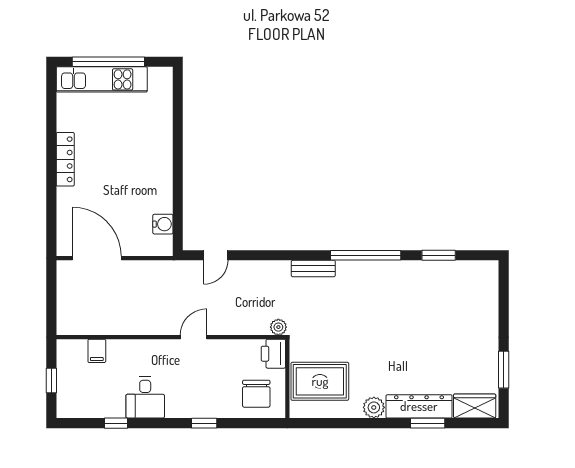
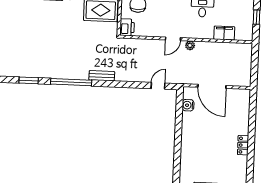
locker: (65, 159) -> (243, 145), width x0.66
door: (97, 258) -> (212, 86), moved
plant: (278, 327) -> (190, 45), moved
filing cabinet: (97, 351) -> (224, 33), width x2.00

